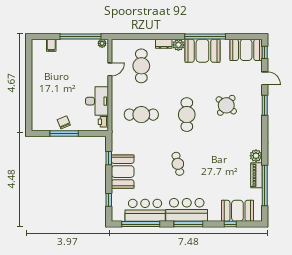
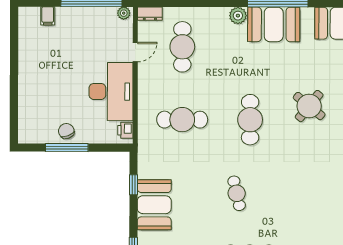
dresser: (164, 44) -> (150, 14), moved
desk: (97, 101) -> (111, 92), width x1.36, depth x1.30

